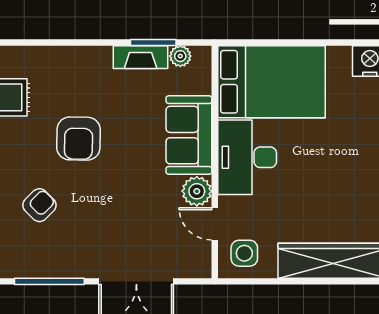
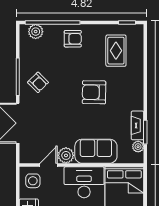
armchair: (39, 205) -> (38, 82), moved

